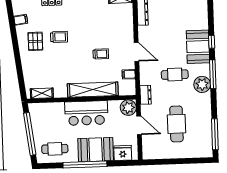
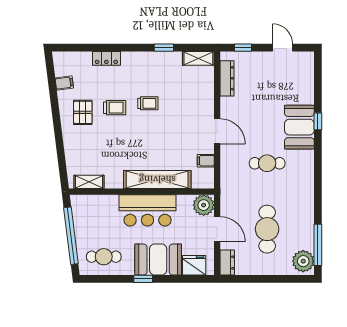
trolley: (101, 54) -> (148, 103), moved
window: (213, 74) -> (318, 165), removed
plant: (202, 84) -> (303, 261), moved
dresser: (146, 95) -> (227, 263), moved
window: (85, 164) -> (143, 279), width x0.32

